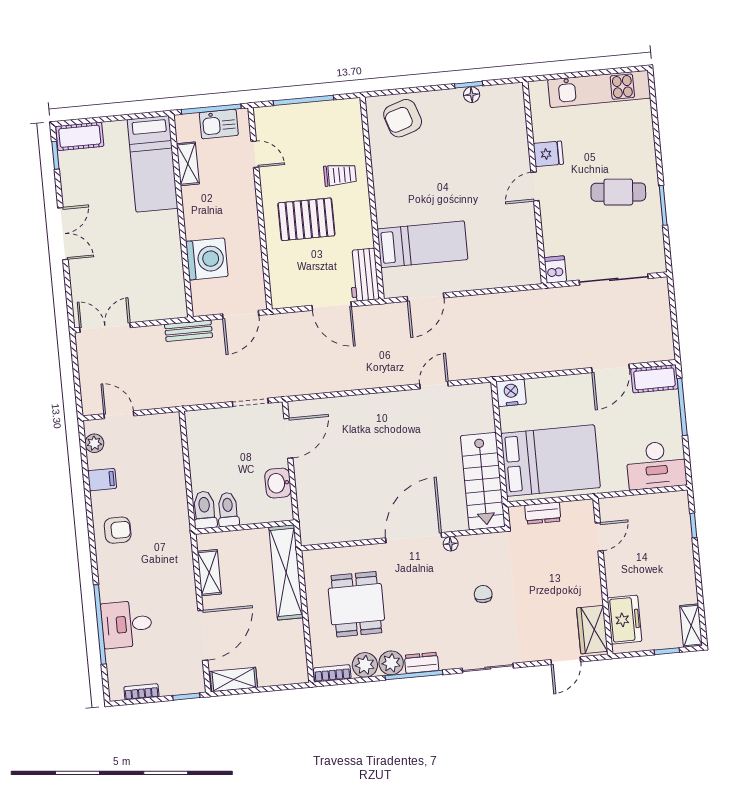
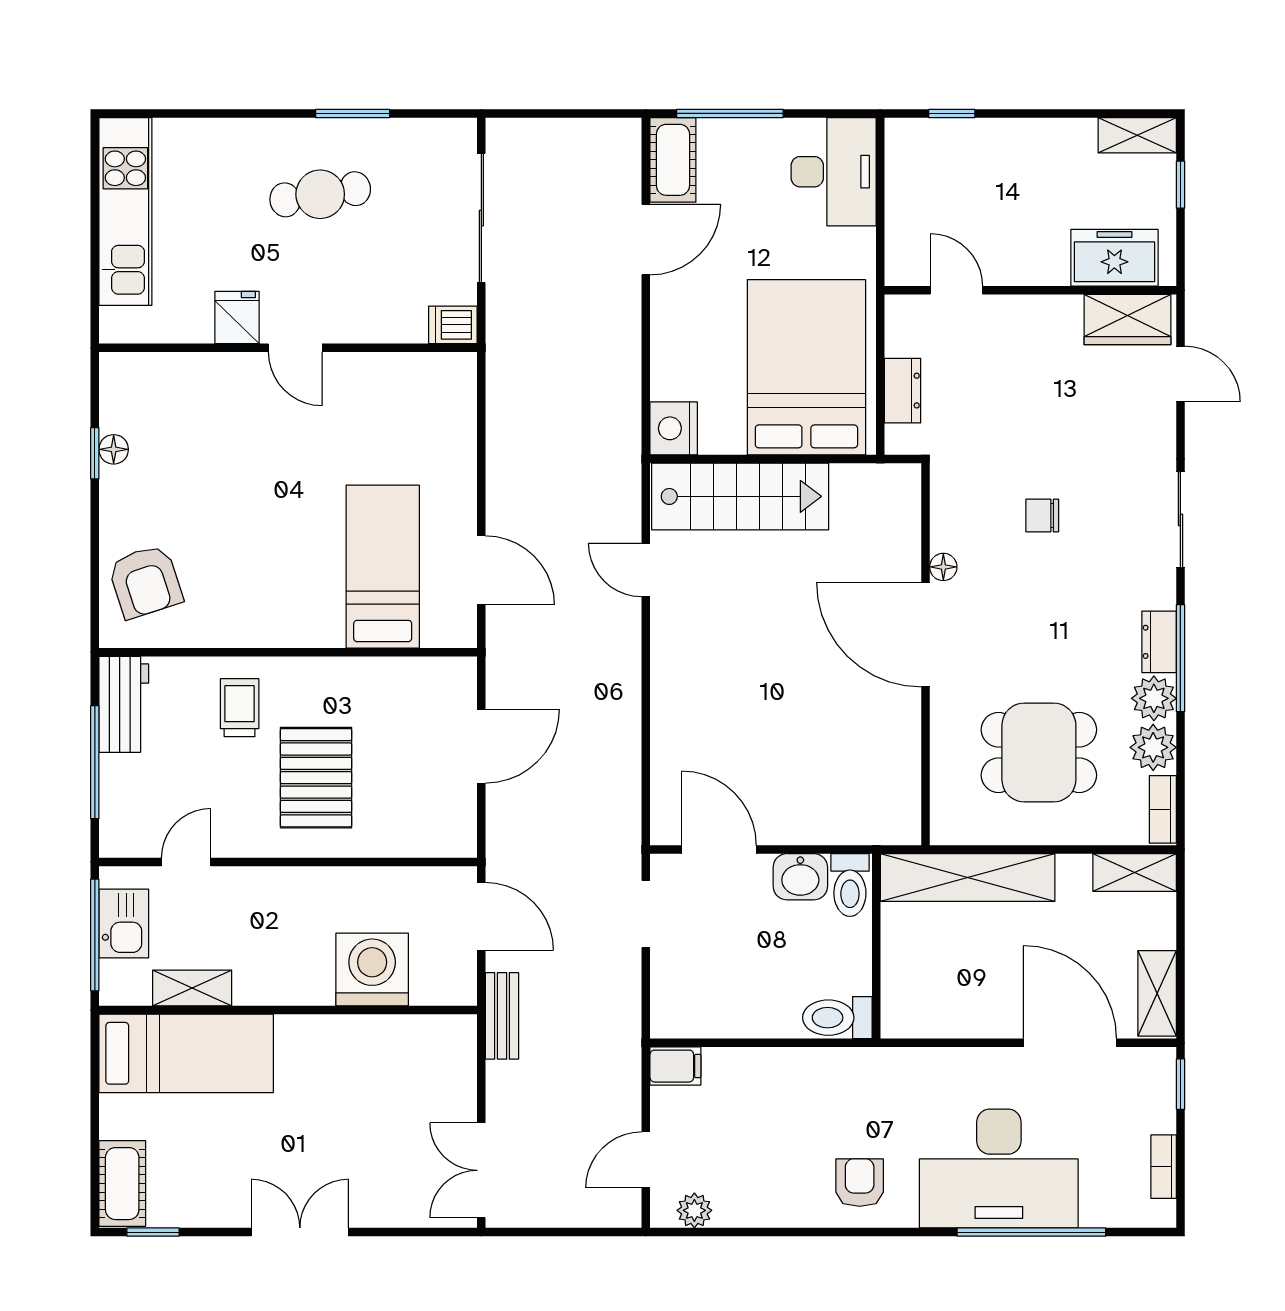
cafe table: (618, 192) -> (320, 194), turned 76
workbench: (364, 275) -> (124, 704), moved, turned -90
door: (611, 368) -> (646, 240), hinge flipped
filing cabinet: (102, 480) -> (675, 1066), moved, turned 90
stairs: (483, 481) -> (740, 496), moved
toilet: (228, 509) -> (850, 885), moved, turned -90
shelving: (209, 573) -> (1135, 872), moved
desk: (127, 624) -> (999, 1168), width x1.87, depth x1.30

